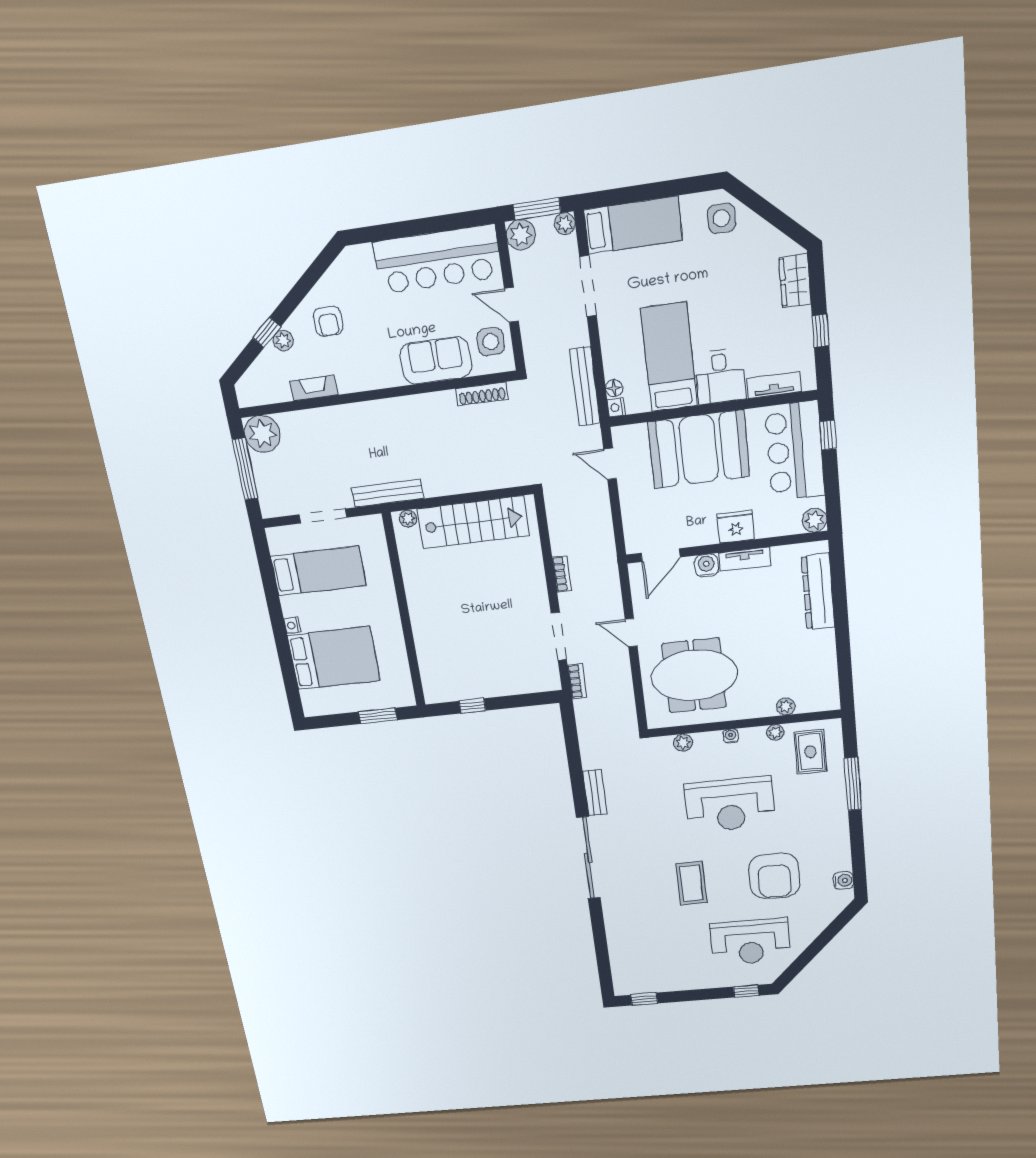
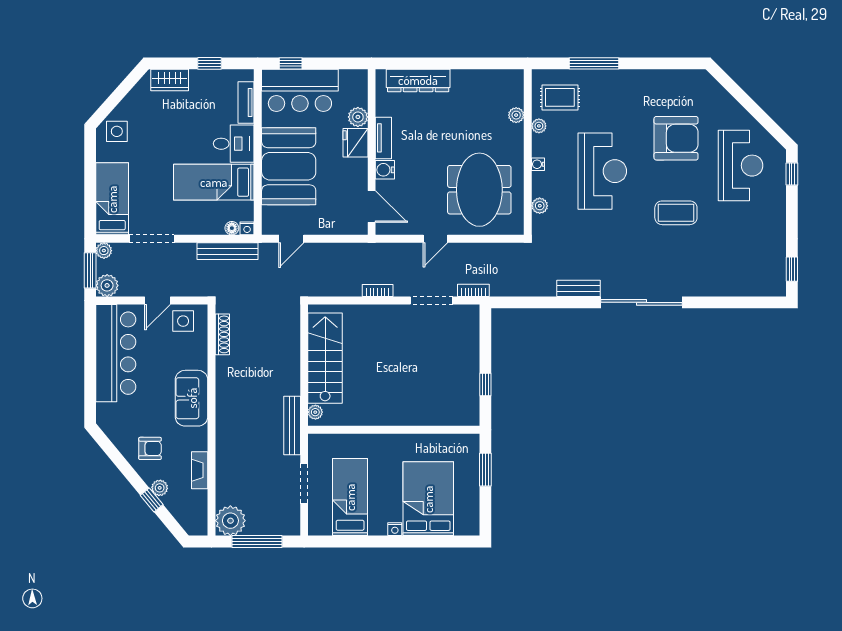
sofa: (436, 360) -> (192, 398), moved
plant: (815, 520) -> (358, 117), moved
water cooler: (843, 881) -> (687, 78), removed

